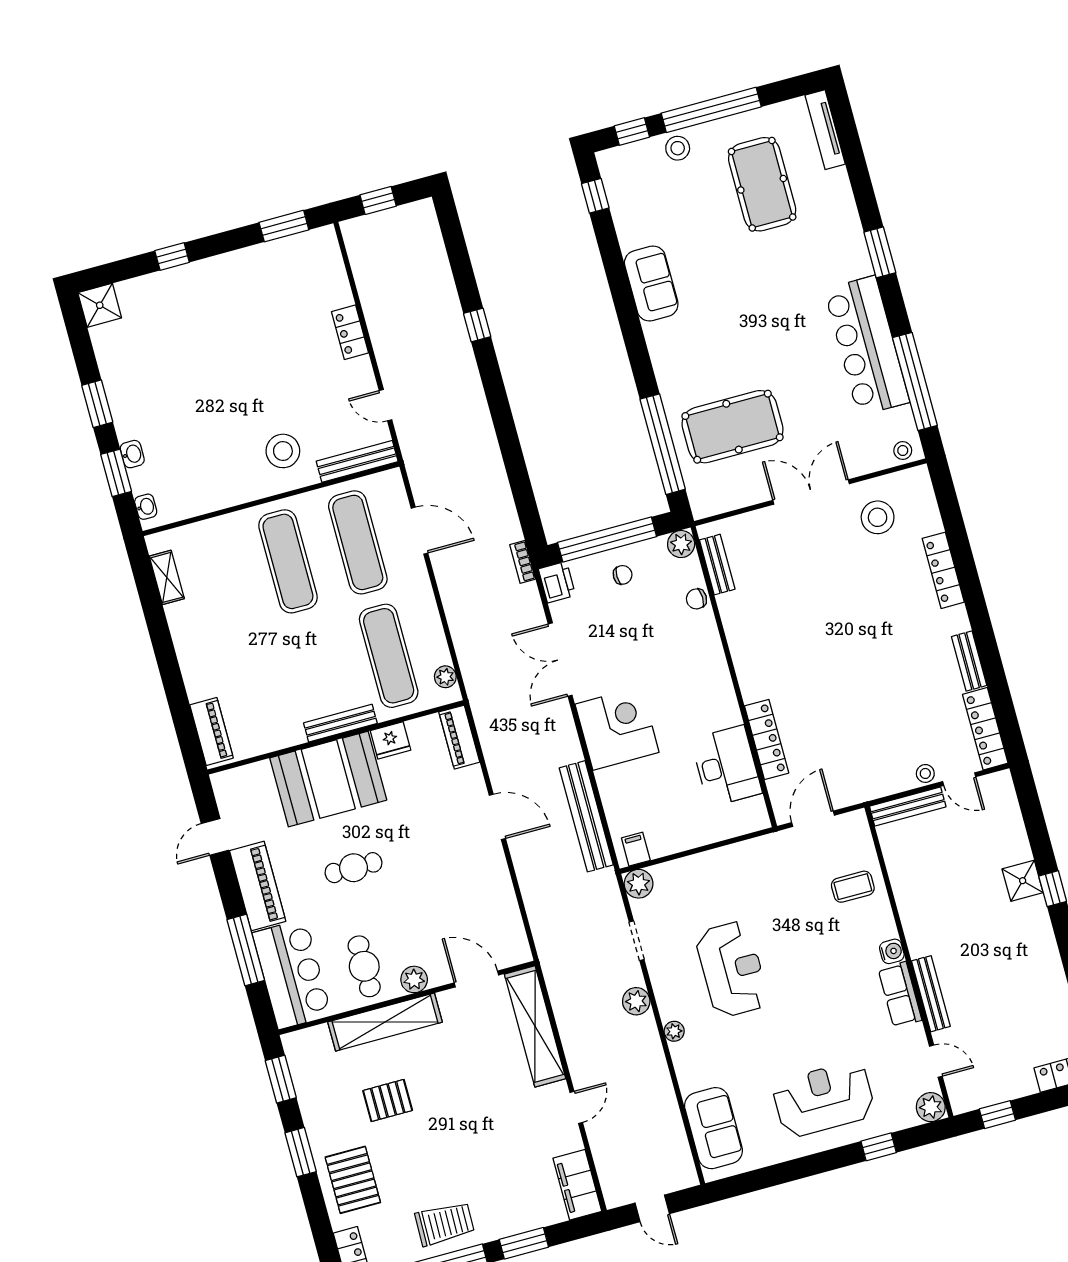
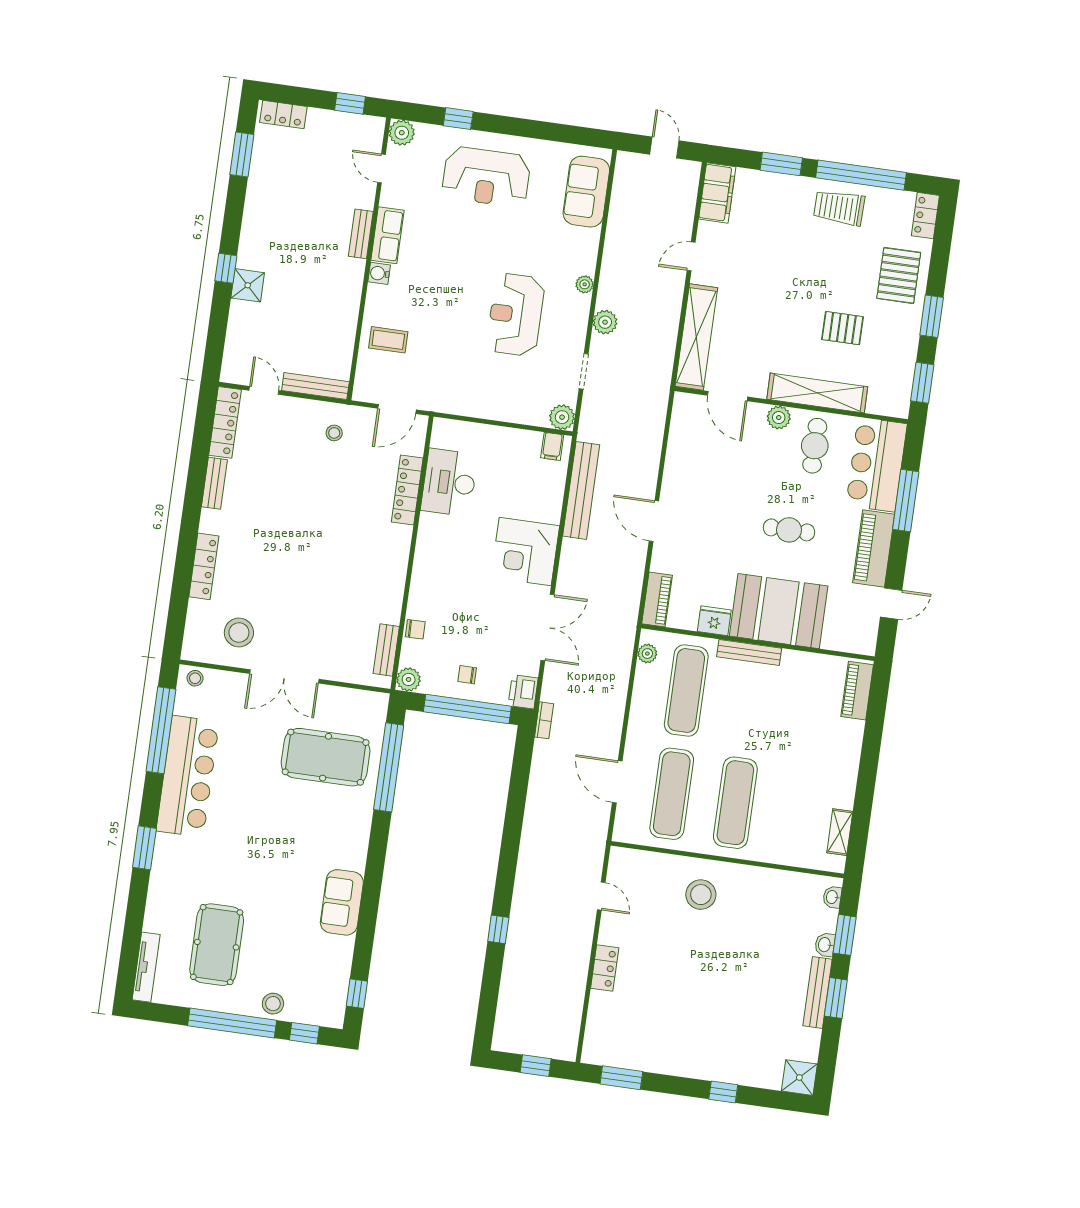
bench: (357, 461) -> (818, 992), moved, turned 90
stool: (925, 773) -> (334, 433), moved
bench: (931, 994) -> (361, 234), width x0.73

